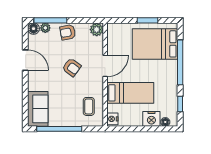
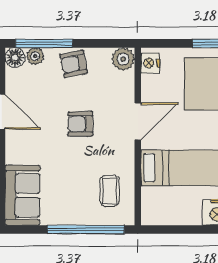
armchair: (72, 67) -> (80, 124), turned 144
nightstand: (112, 119) -> (150, 63), moved
window: (59, 129) -> (86, 229), moved

